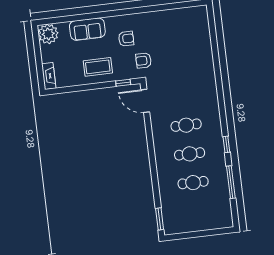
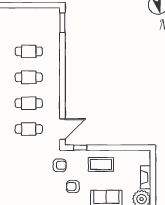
fireplace: (49, 76) -> (146, 177), moved
cafe table: (183, 96) -> (29, 129), added
door: (145, 101) -> (62, 129), hinge flipped

